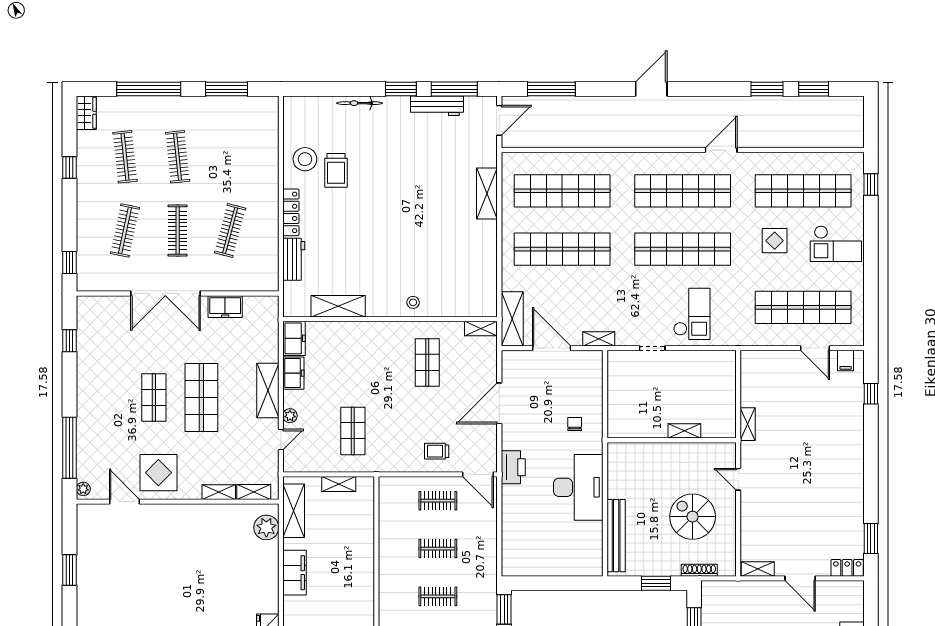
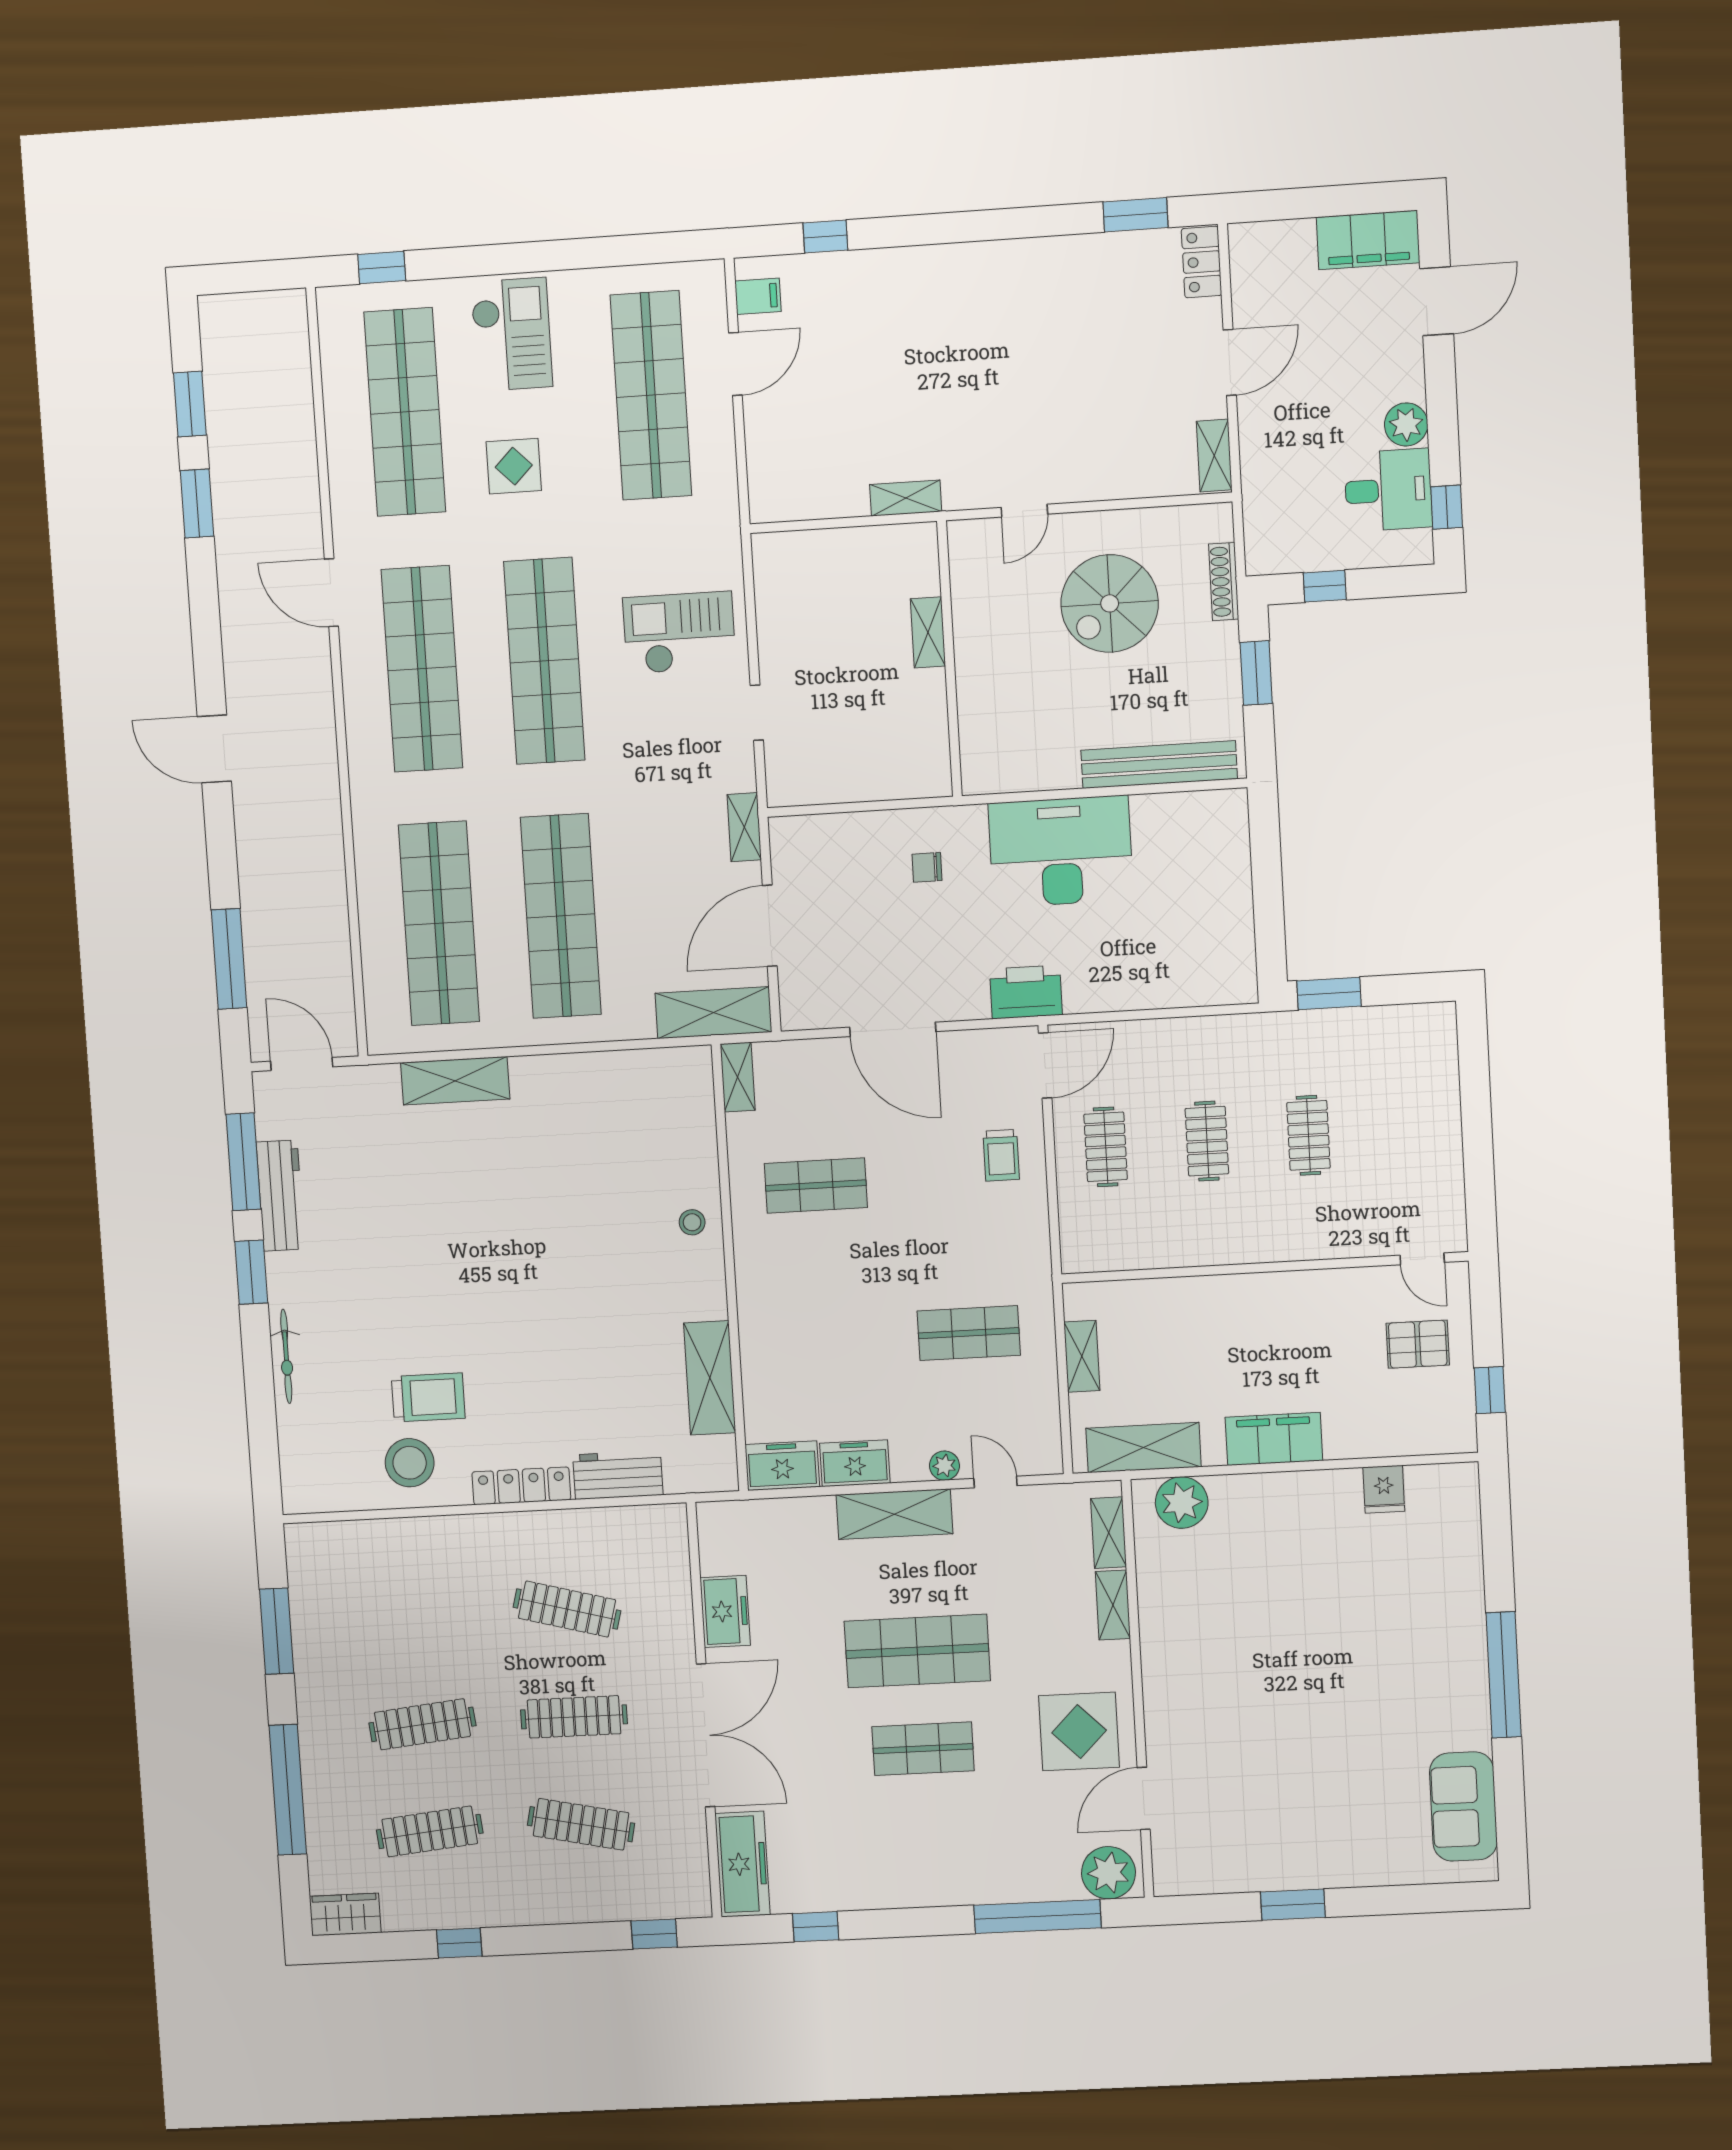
freezer: (102, 307) -> (742, 1864), added
plant: (83, 489) -> (1108, 1873), width x1.88, depth x1.88

